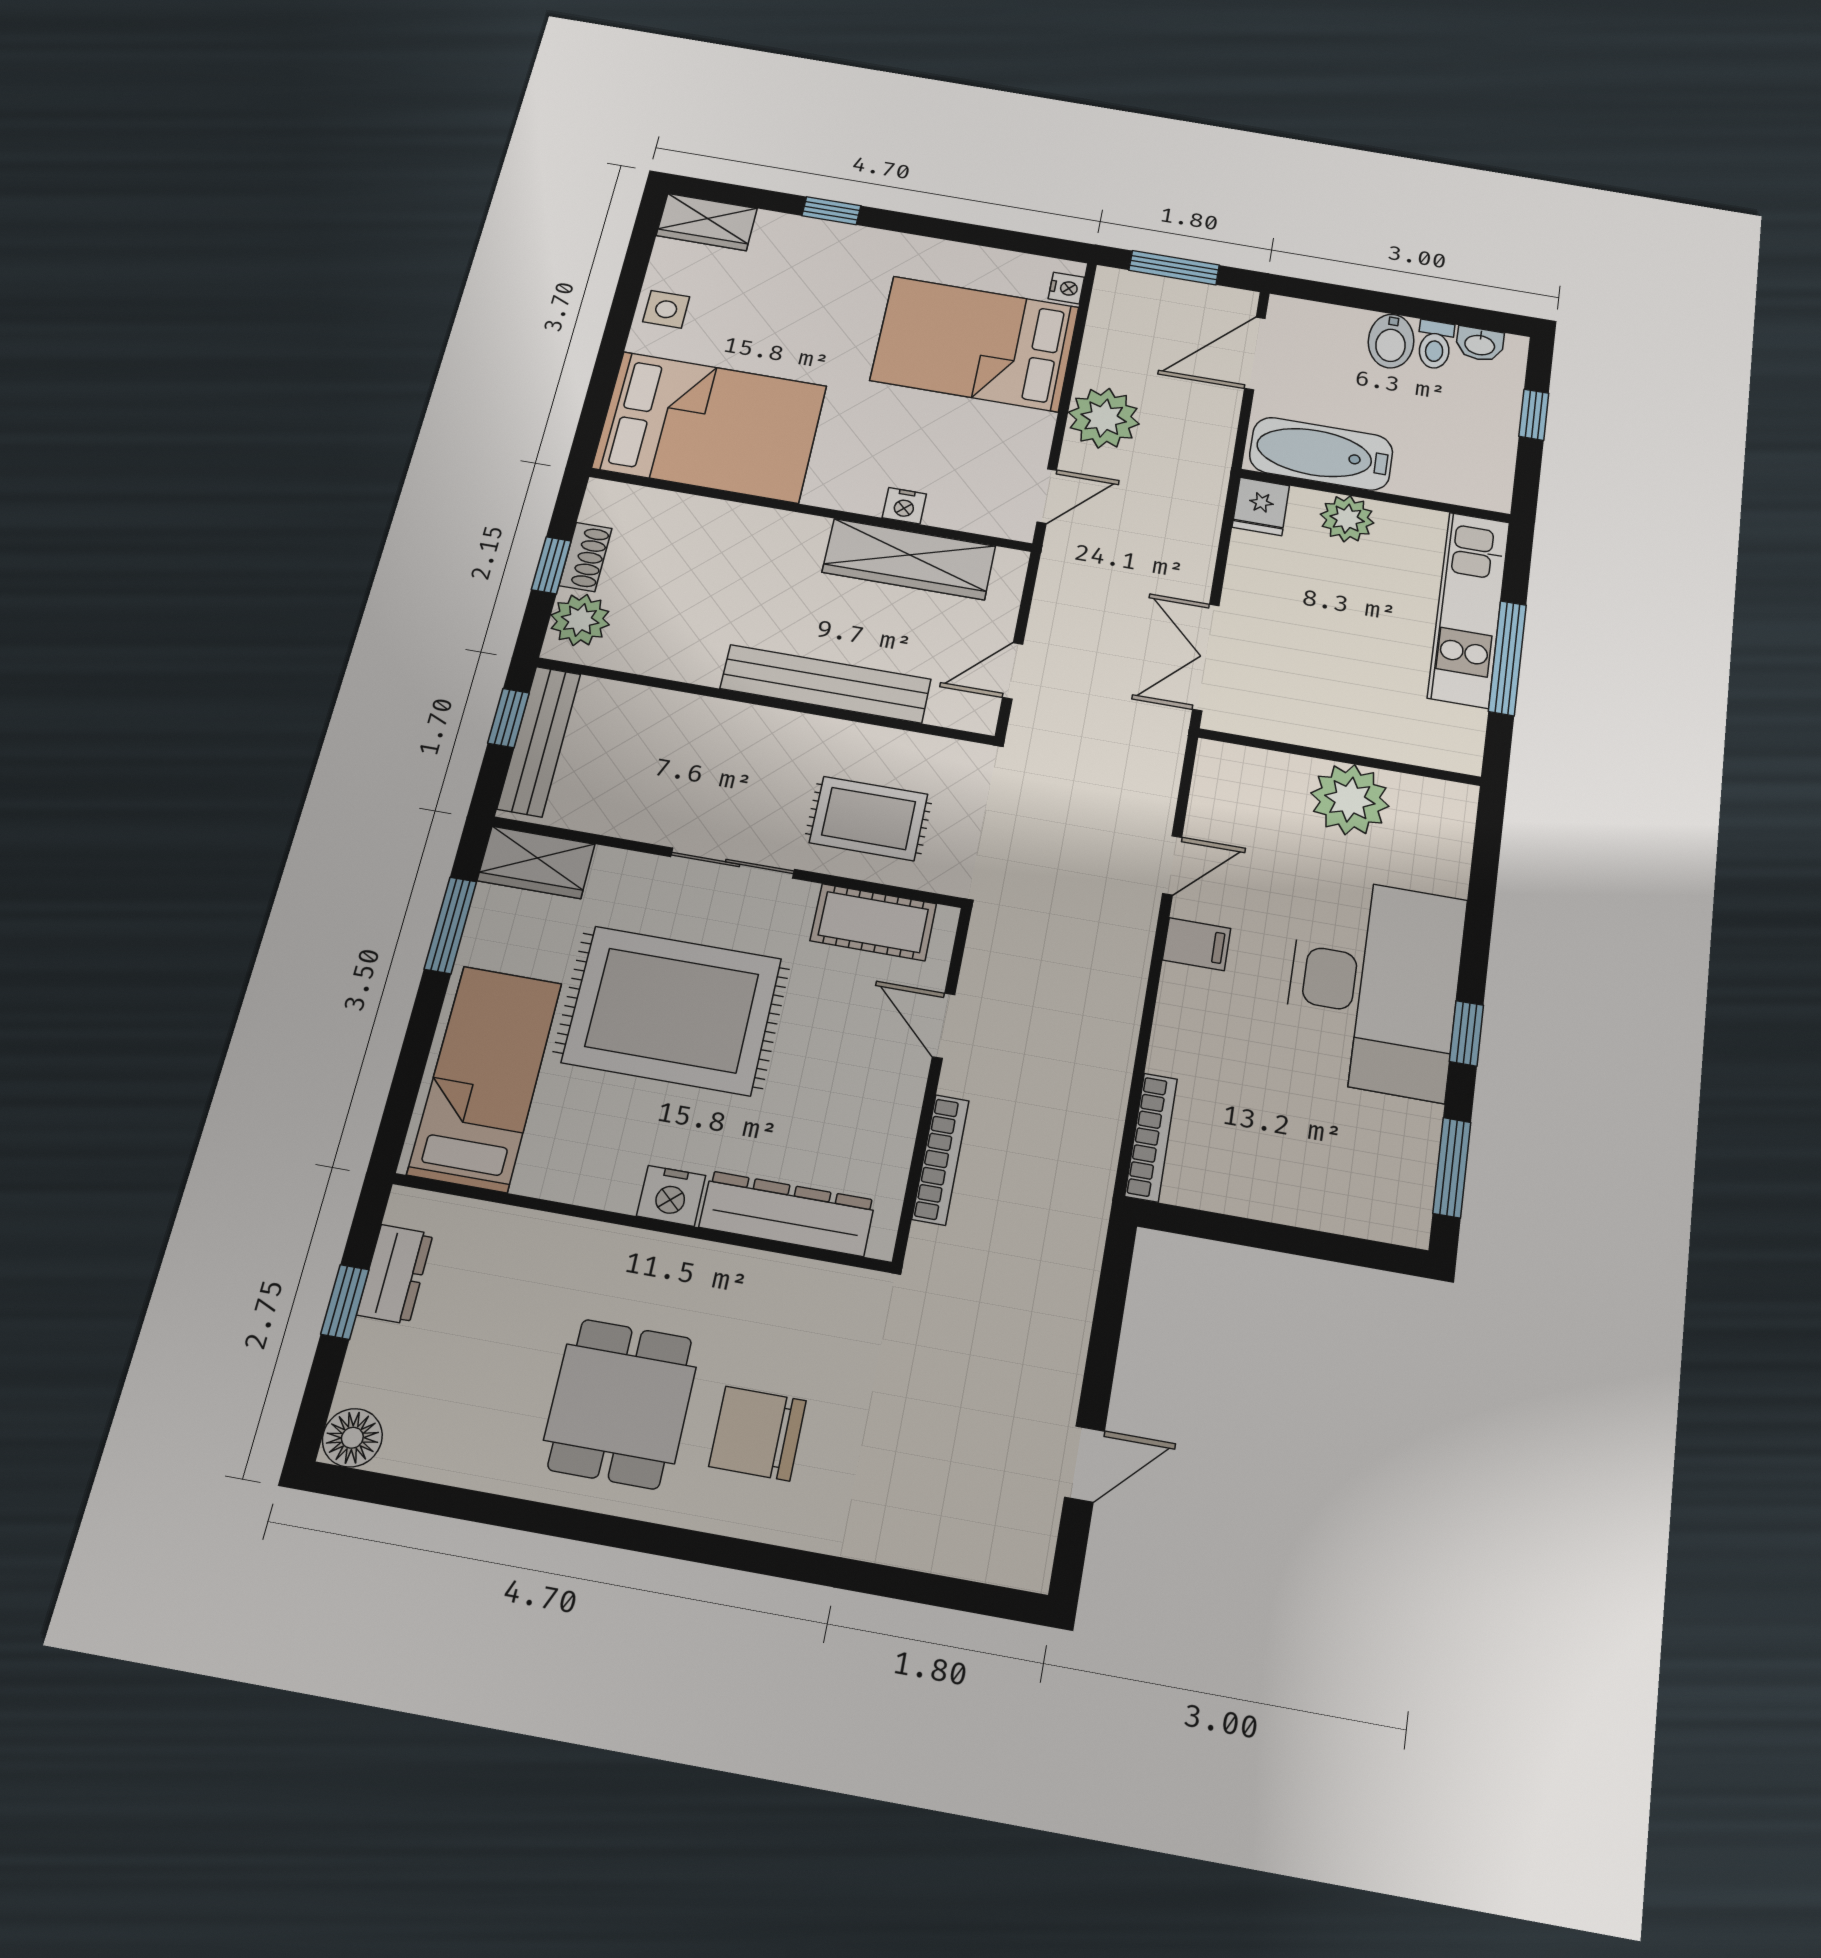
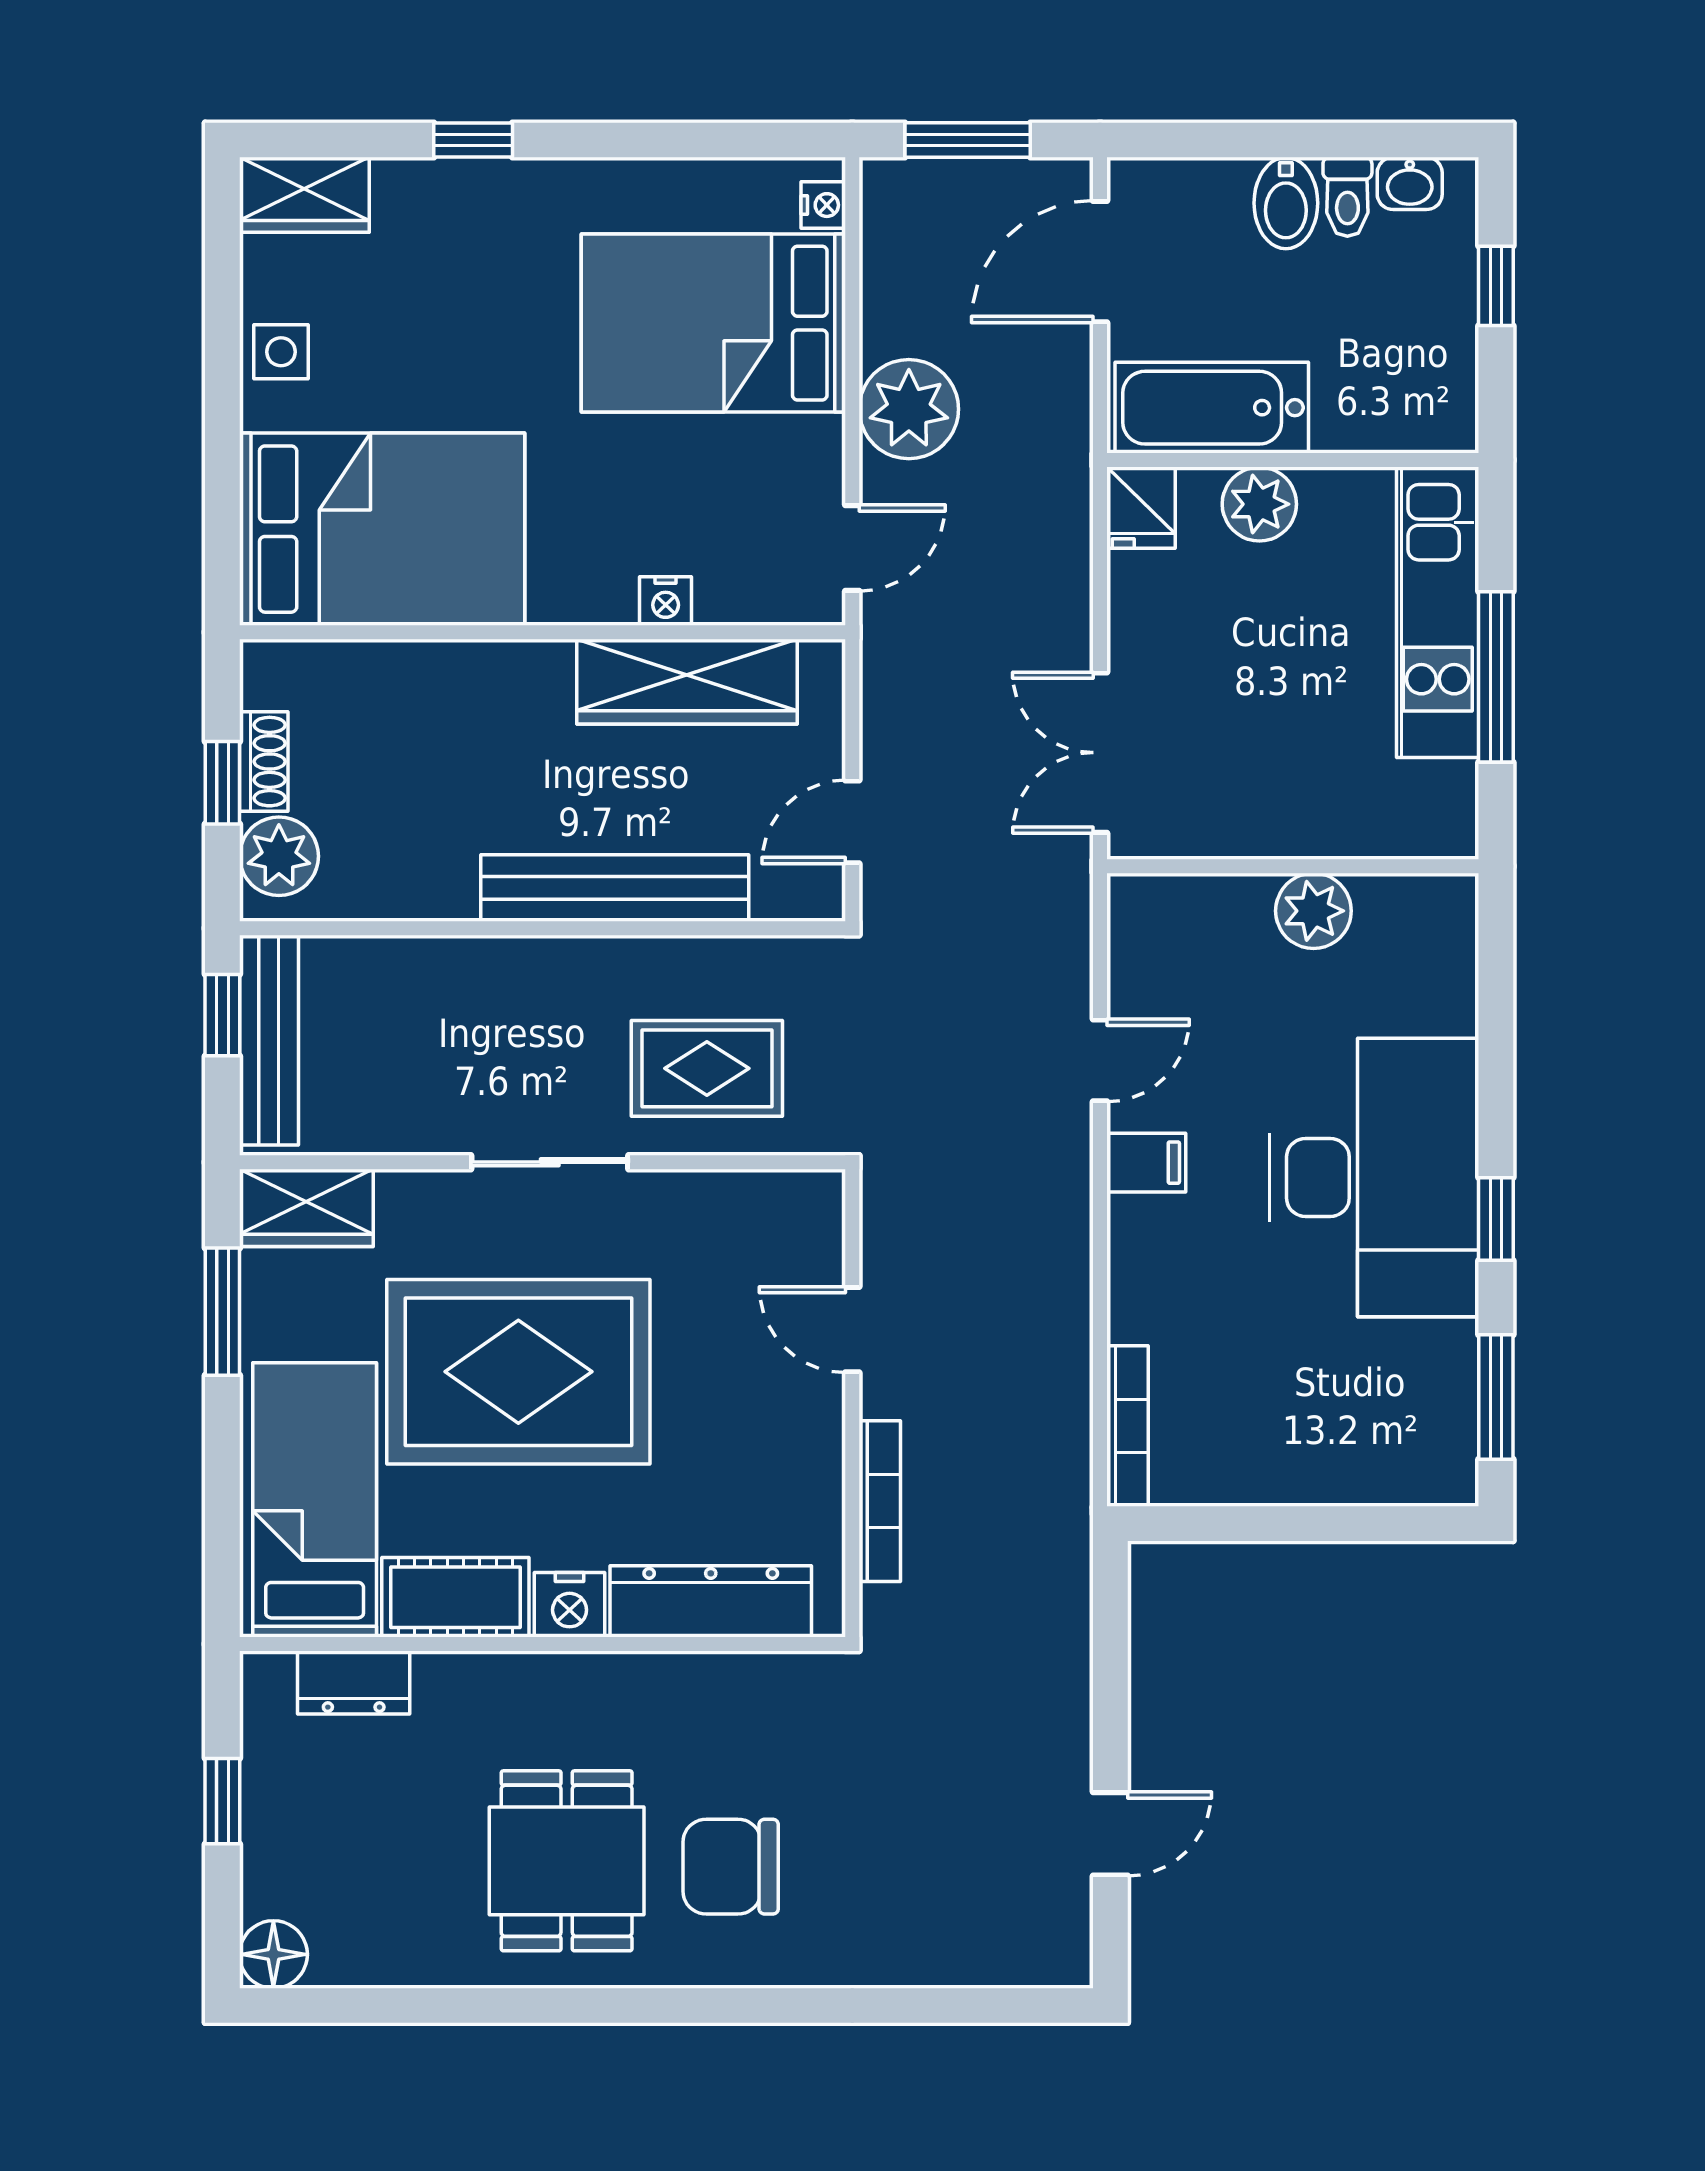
plant: (1350, 800) -> (1313, 911), width x0.73, depth x0.73
cot: (873, 922) -> (455, 1597), moved
dresser: (395, 1274) -> (354, 1683), moved, turned 90

